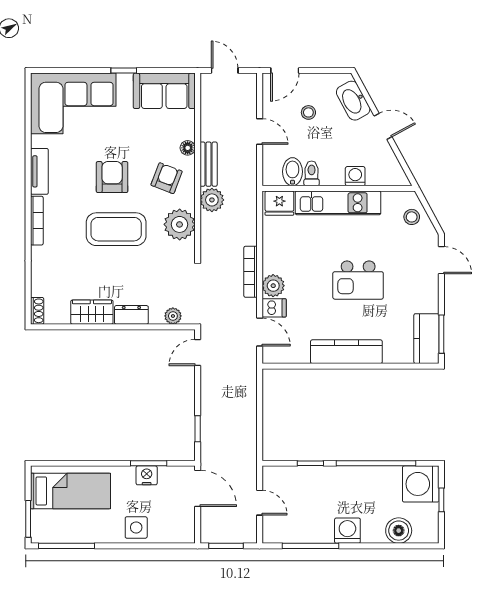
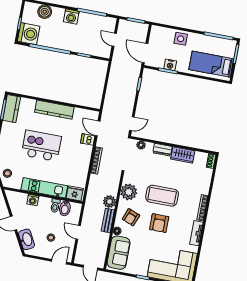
sofa: (164, 91) -> (119, 253), moved, turned 90
kitchen island: (358, 280) -> (41, 146), width x1.37, depth x1.28
plant: (273, 286) -> (86, 151), removed

